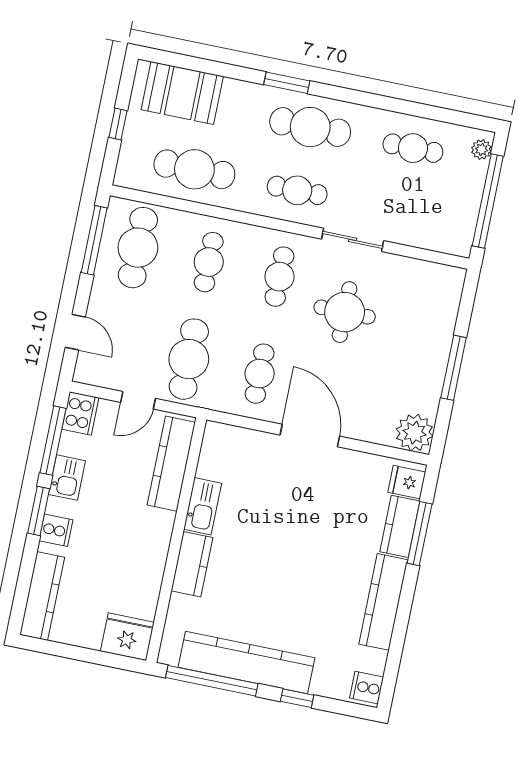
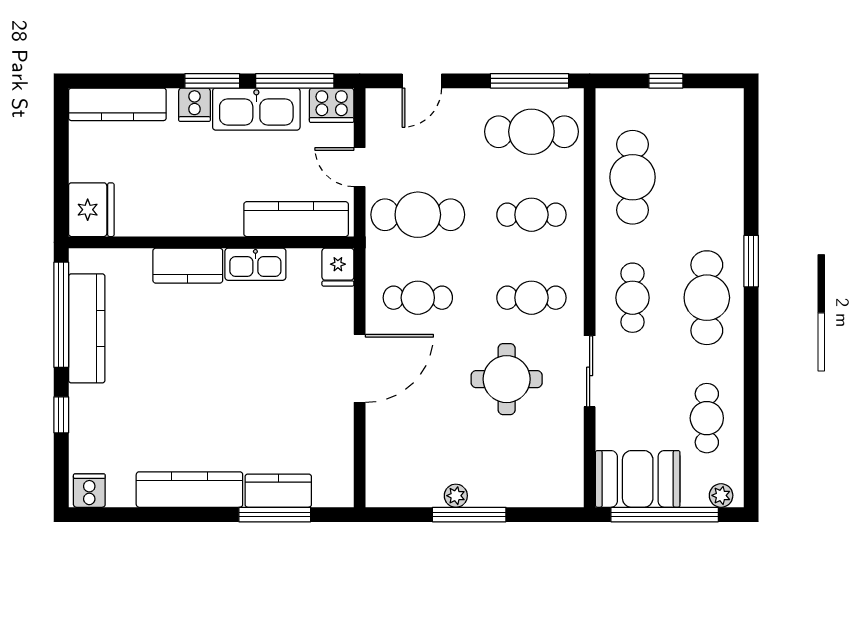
booth: (182, 93) -> (638, 479), moved, turned 90
plant: (415, 433) -> (456, 496), moved, width x0.53, depth x0.53
kitchen sink: (67, 478) -> (256, 109), width x1.87, depth x1.24
fridge: (407, 482) -> (338, 267), moved, turned 180
kitchen counter: (246, 663) -> (87, 328), width x0.72, depth x0.86

